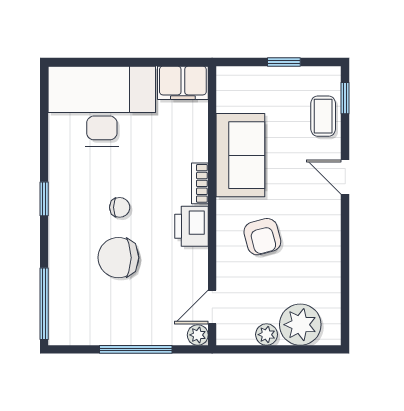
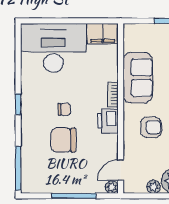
armchair: (262, 237) -> (151, 127), turned -76

